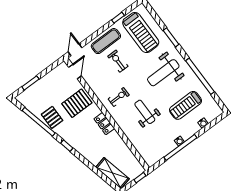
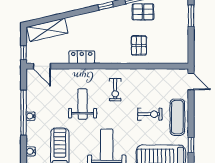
door: (75, 72) -> (42, 66), moved
pallet: (77, 103) -> (139, 45), width x0.67, depth x0.71
weight bench: (145, 112) -> (83, 104), turned -90
locker: (104, 124) -> (82, 57), moved

